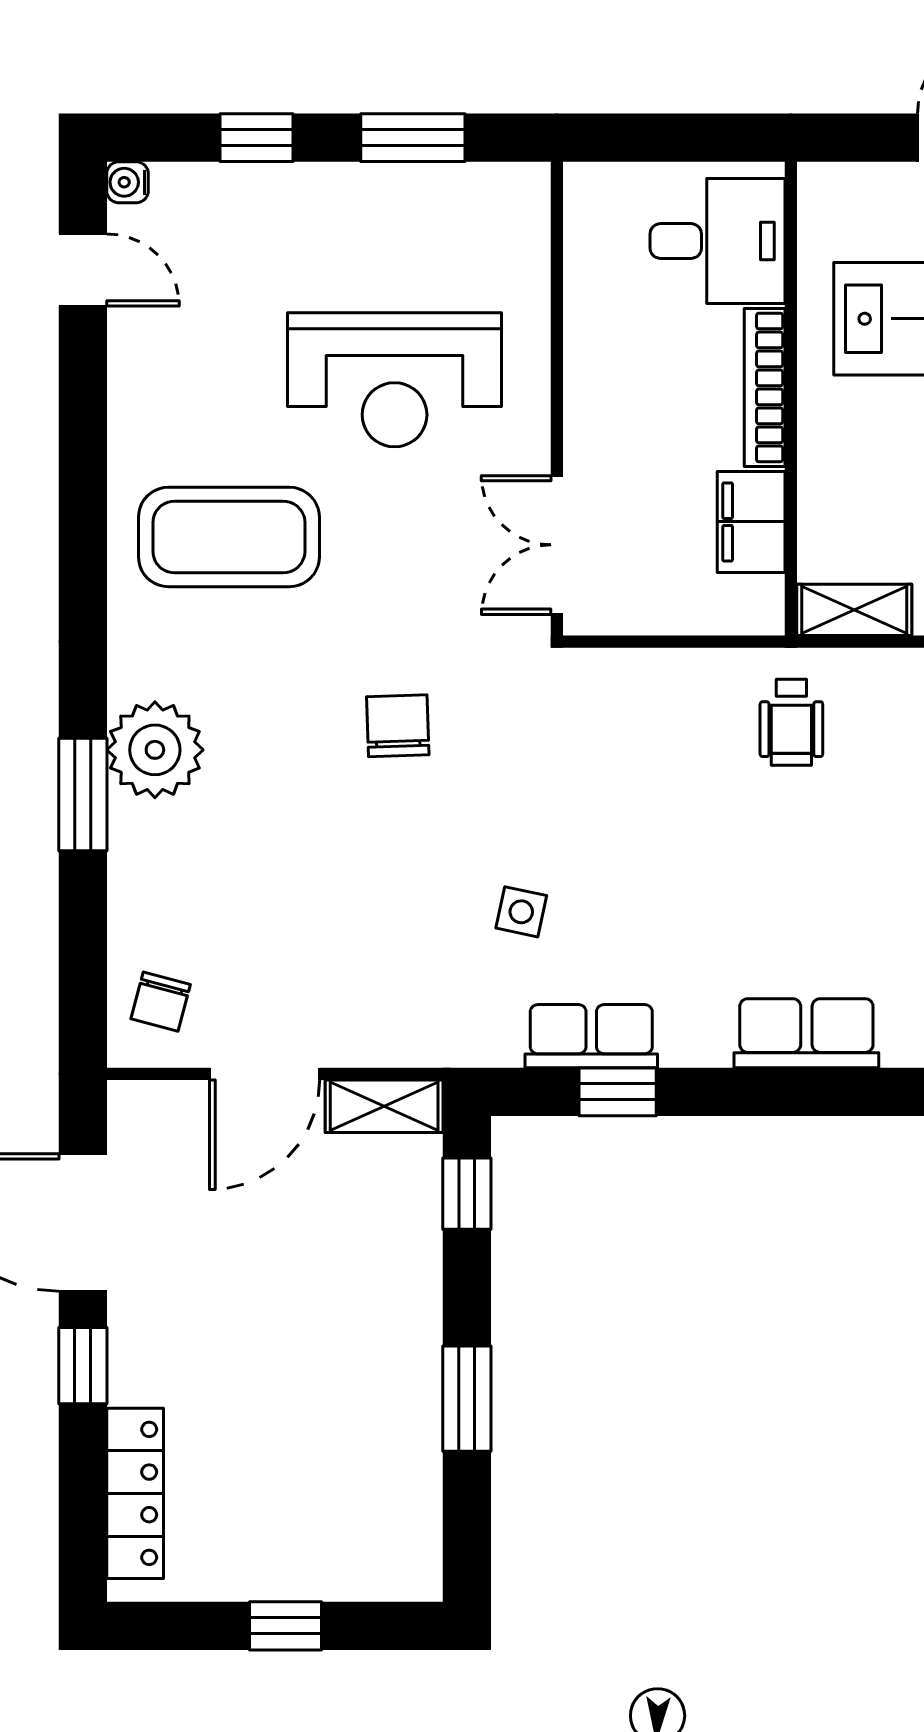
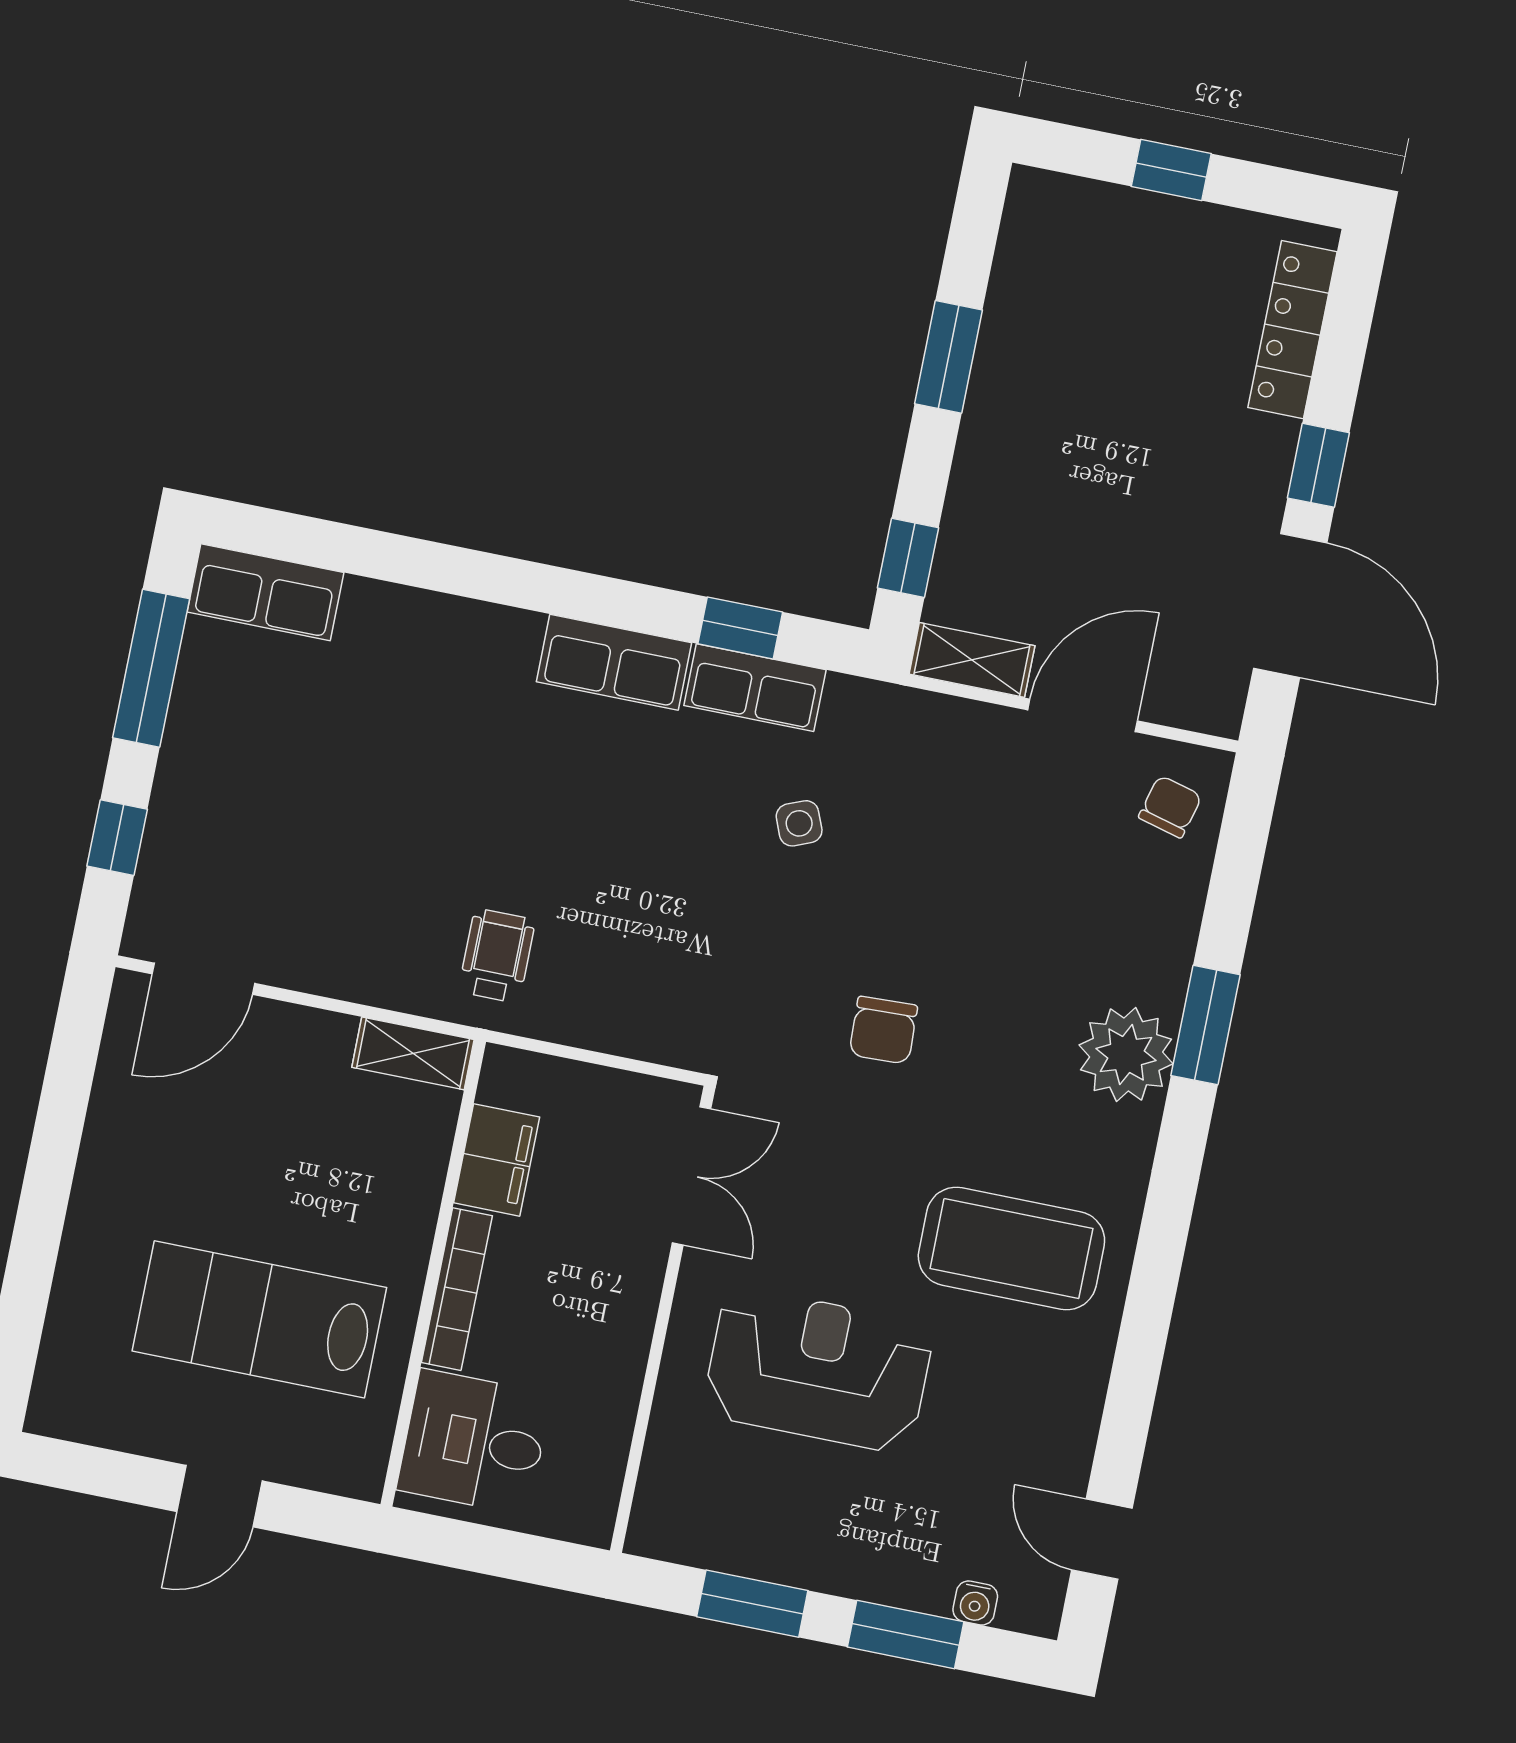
window: (256, 138) -> (906, 1634), width x1.50
water cooler: (128, 182) -> (975, 1603), moved, turned 90
side table: (521, 912) -> (799, 823), turned -34
row of seats: (806, 1033) -> (614, 662), moved

